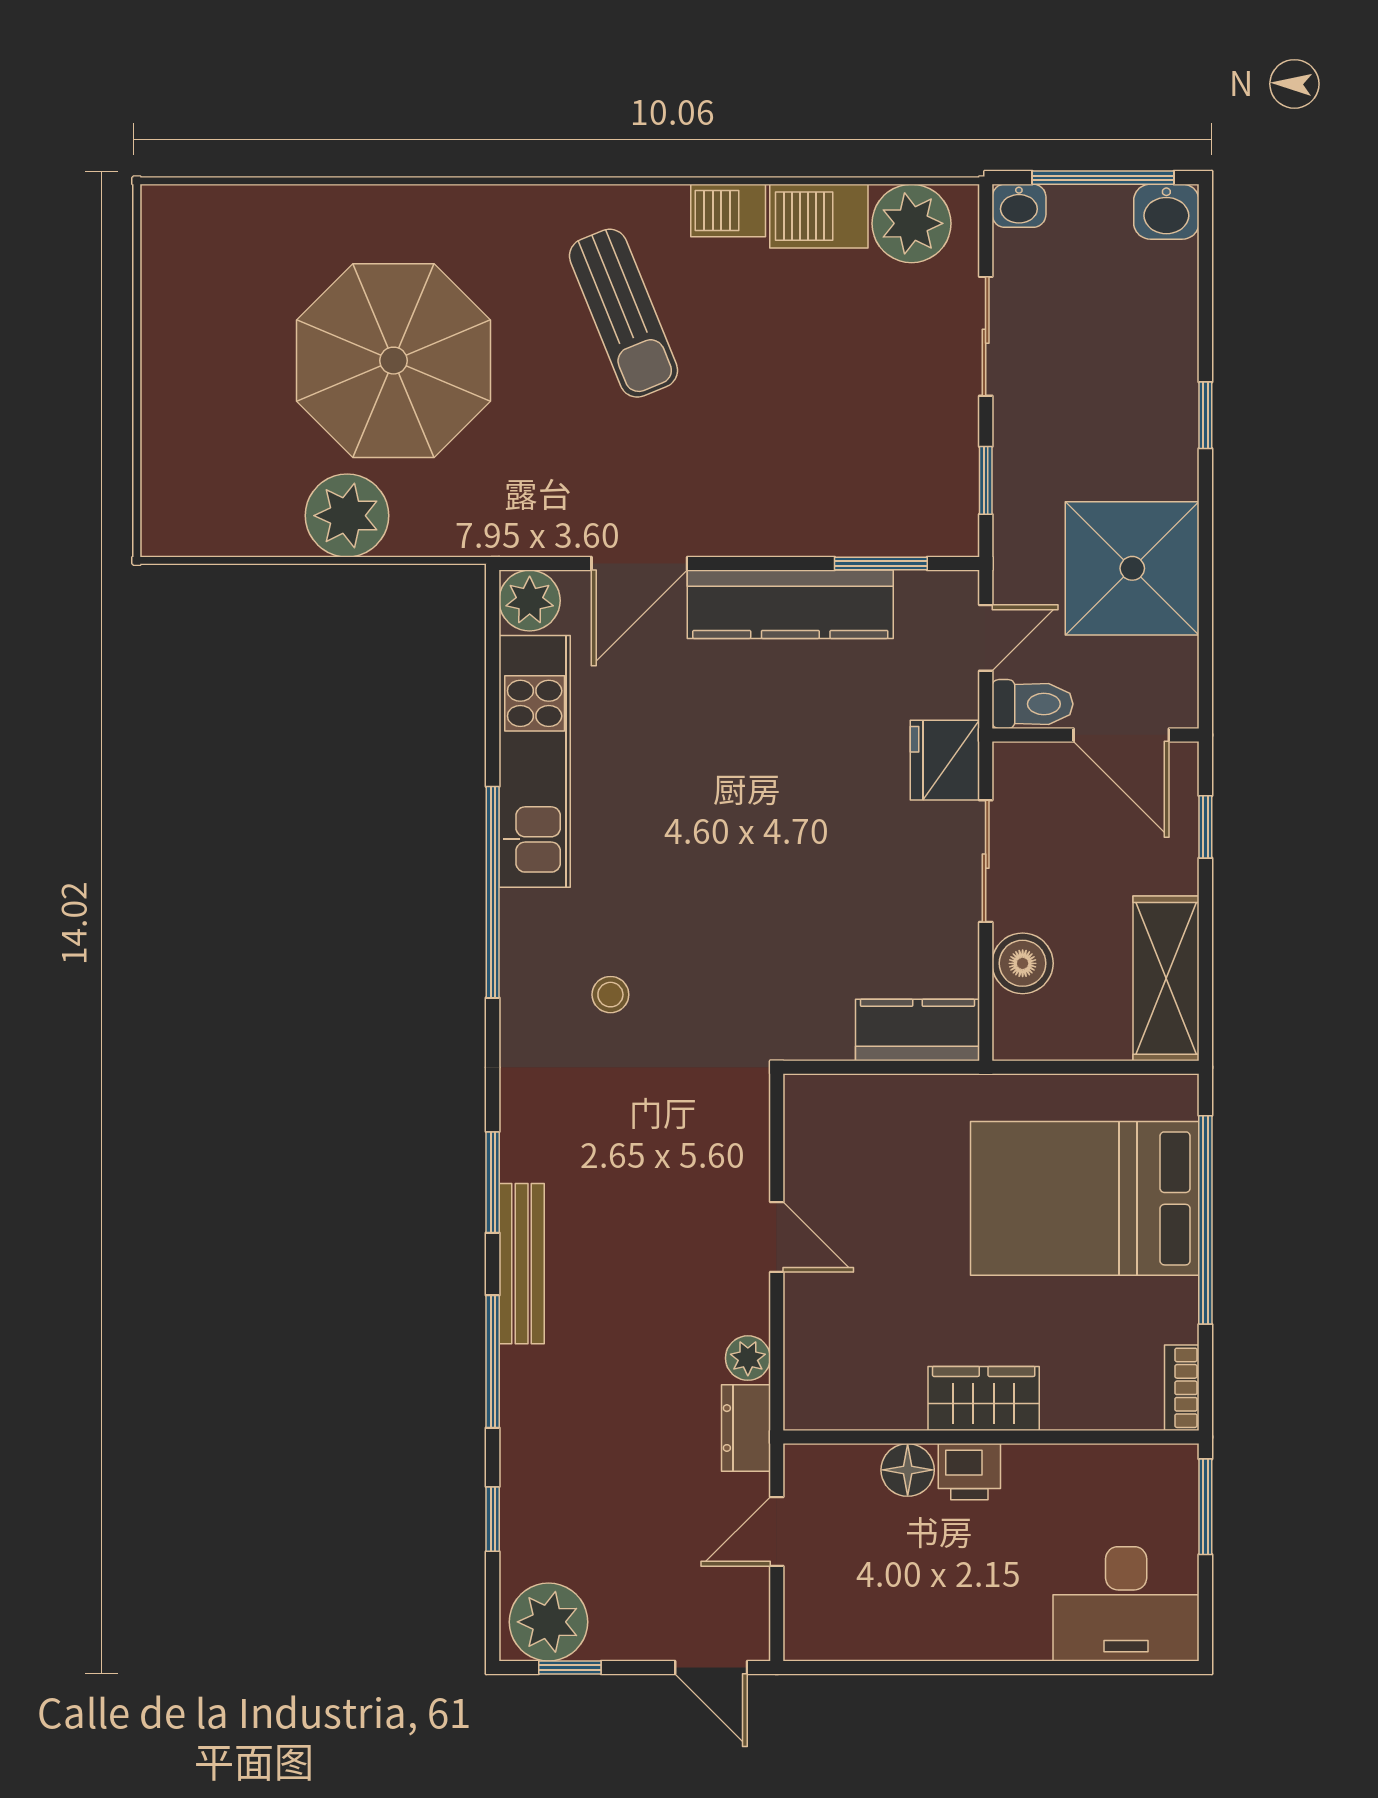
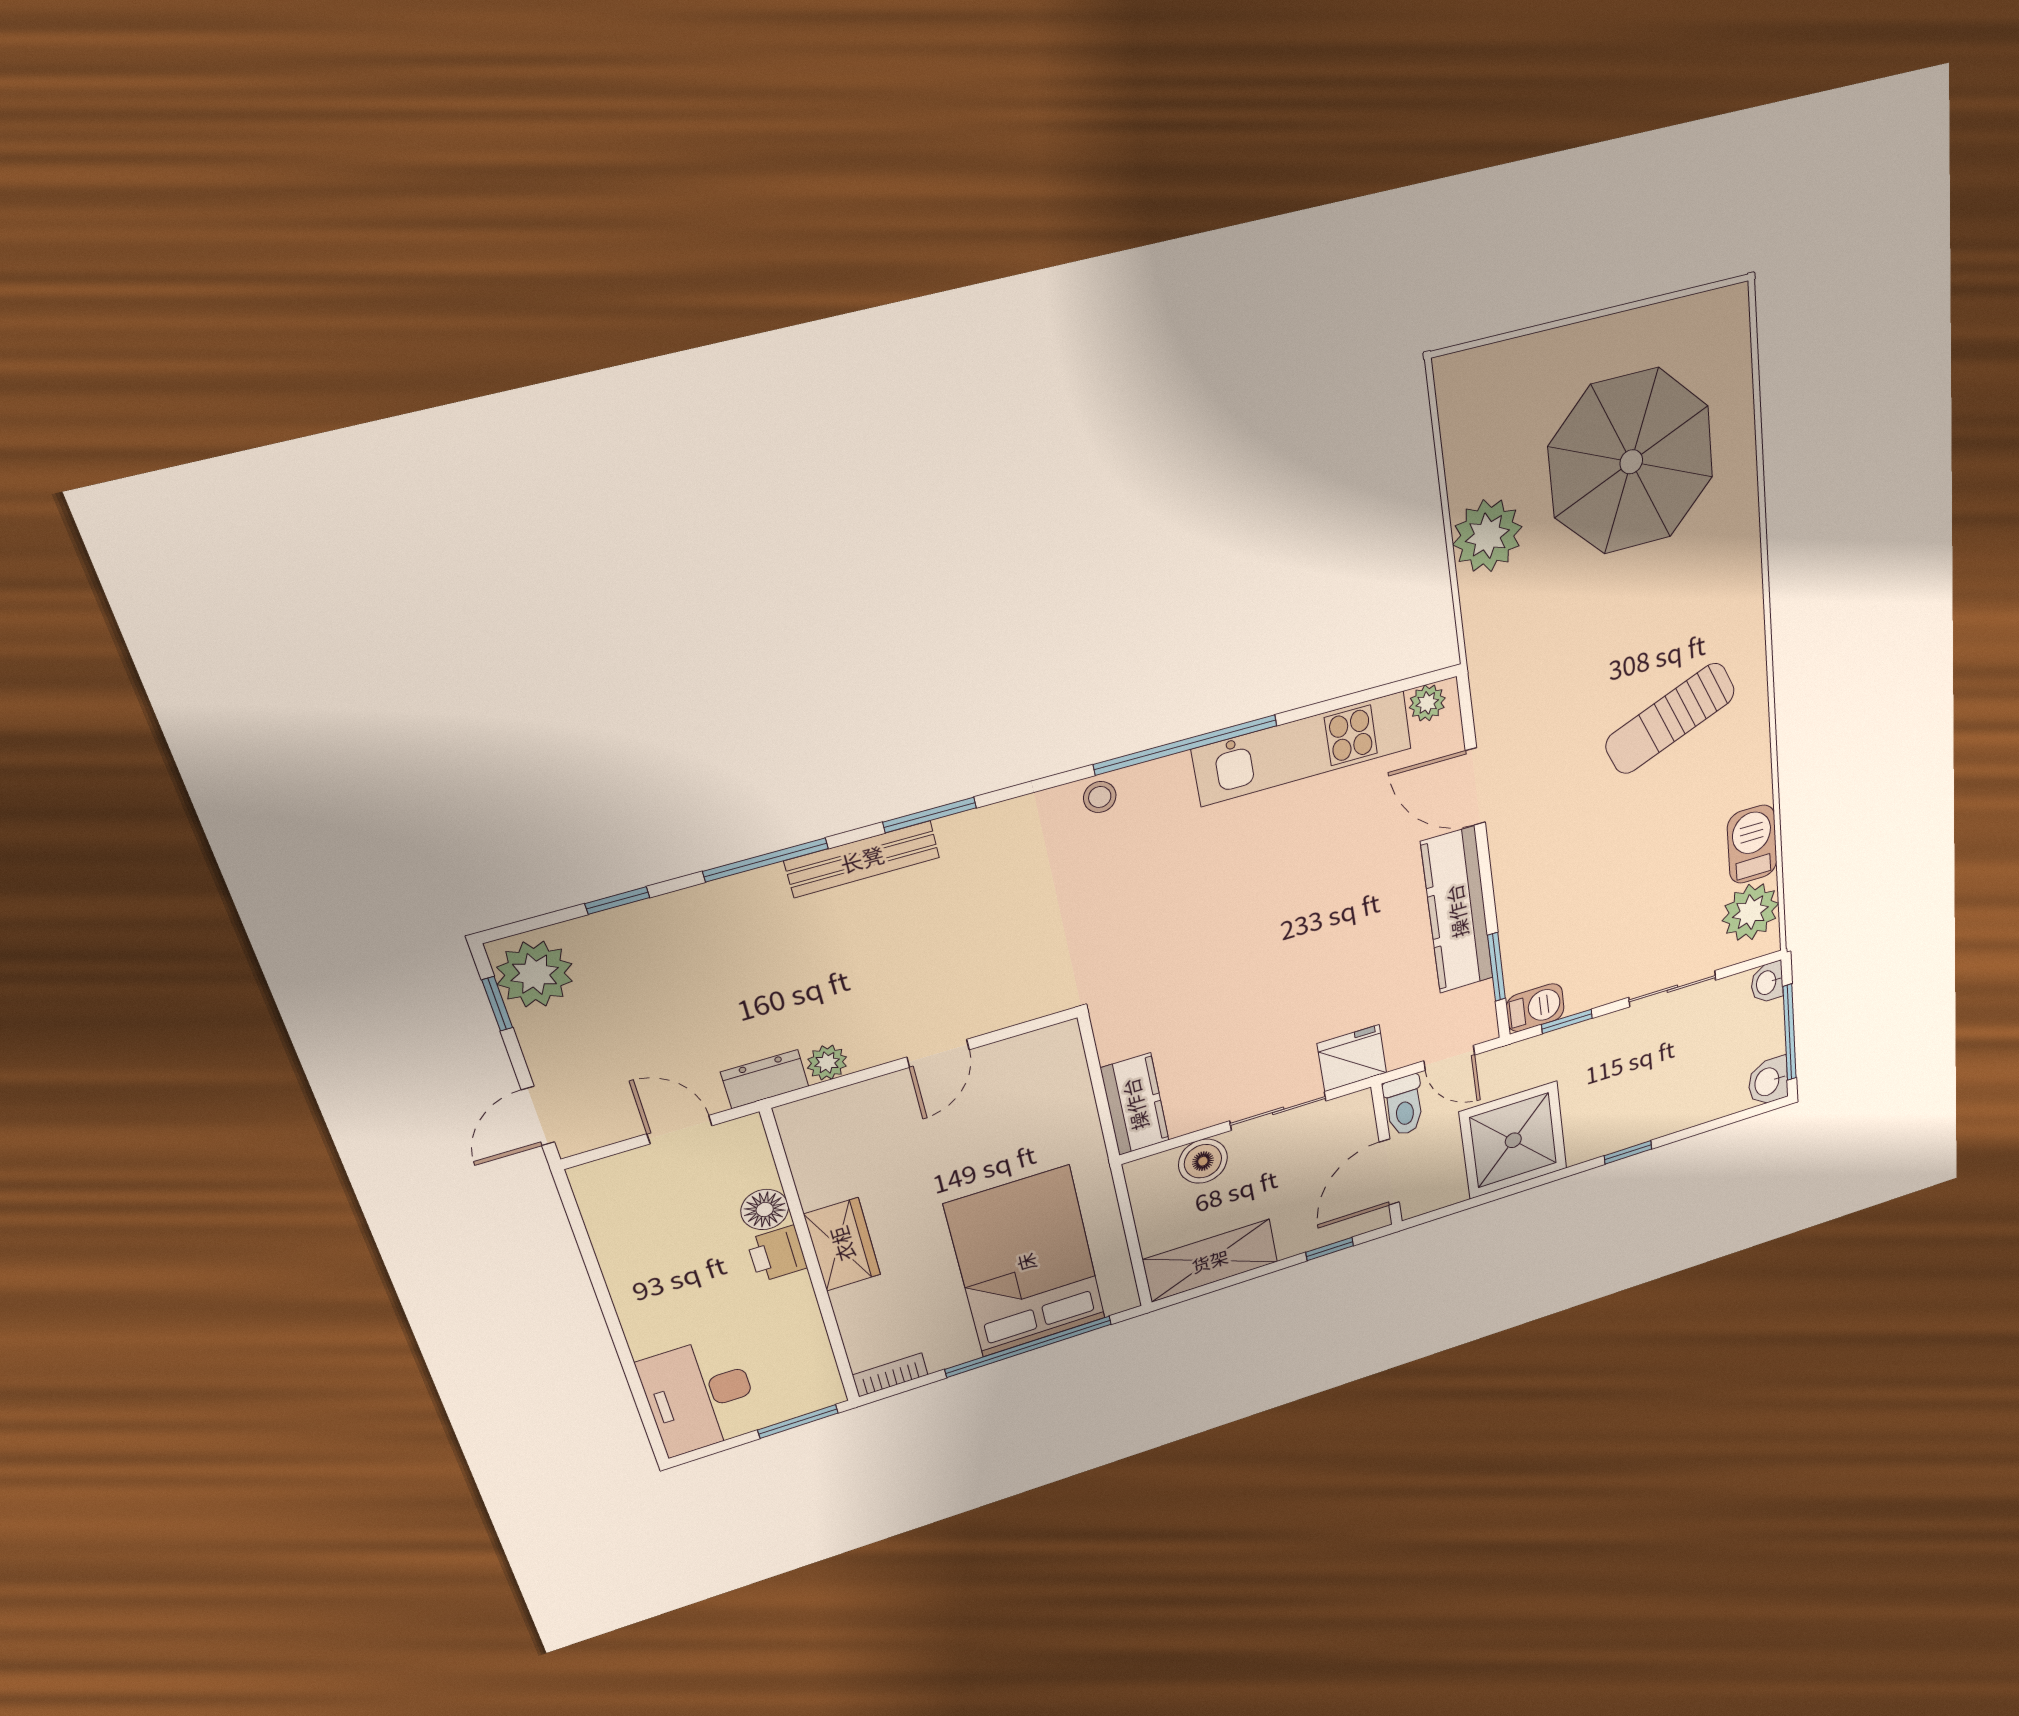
barbecue: (728, 211) -> (1535, 1008), moved, turned 90
parasol: (393, 361) -> (1631, 462), moved
plant: (530, 601) -> (1427, 703), width x0.73, depth x0.73
stool: (610, 995) -> (1100, 797), moved

